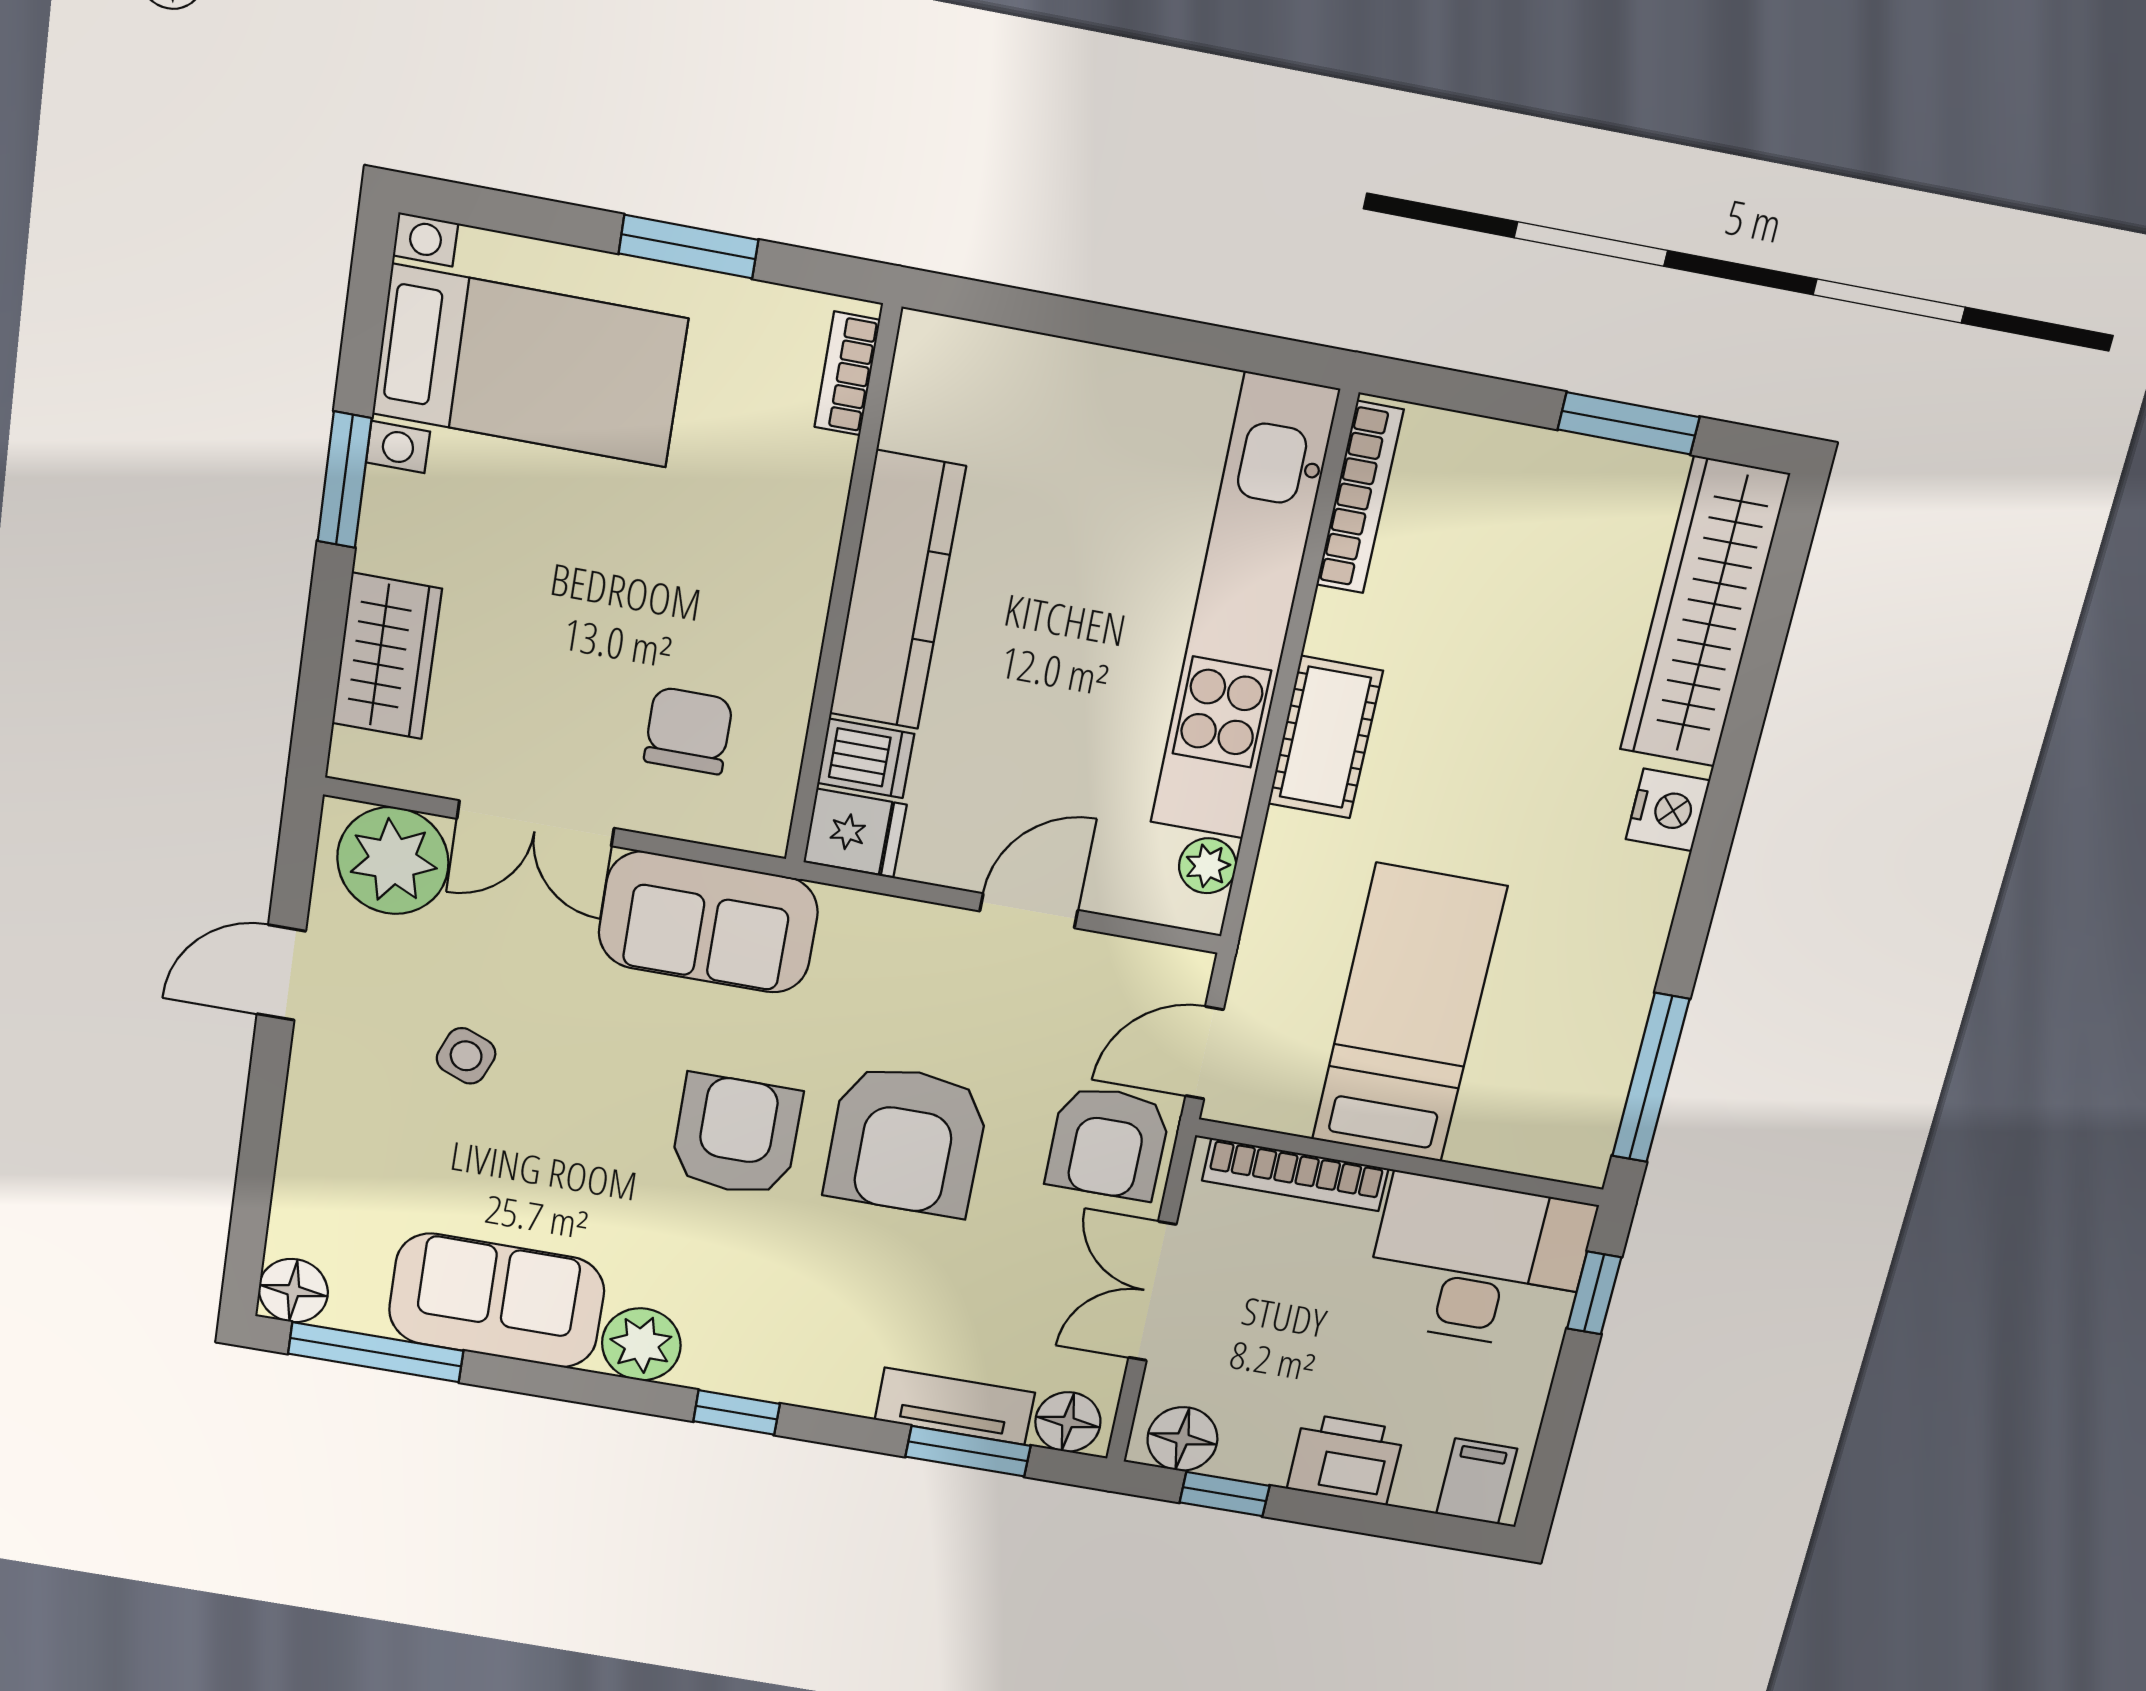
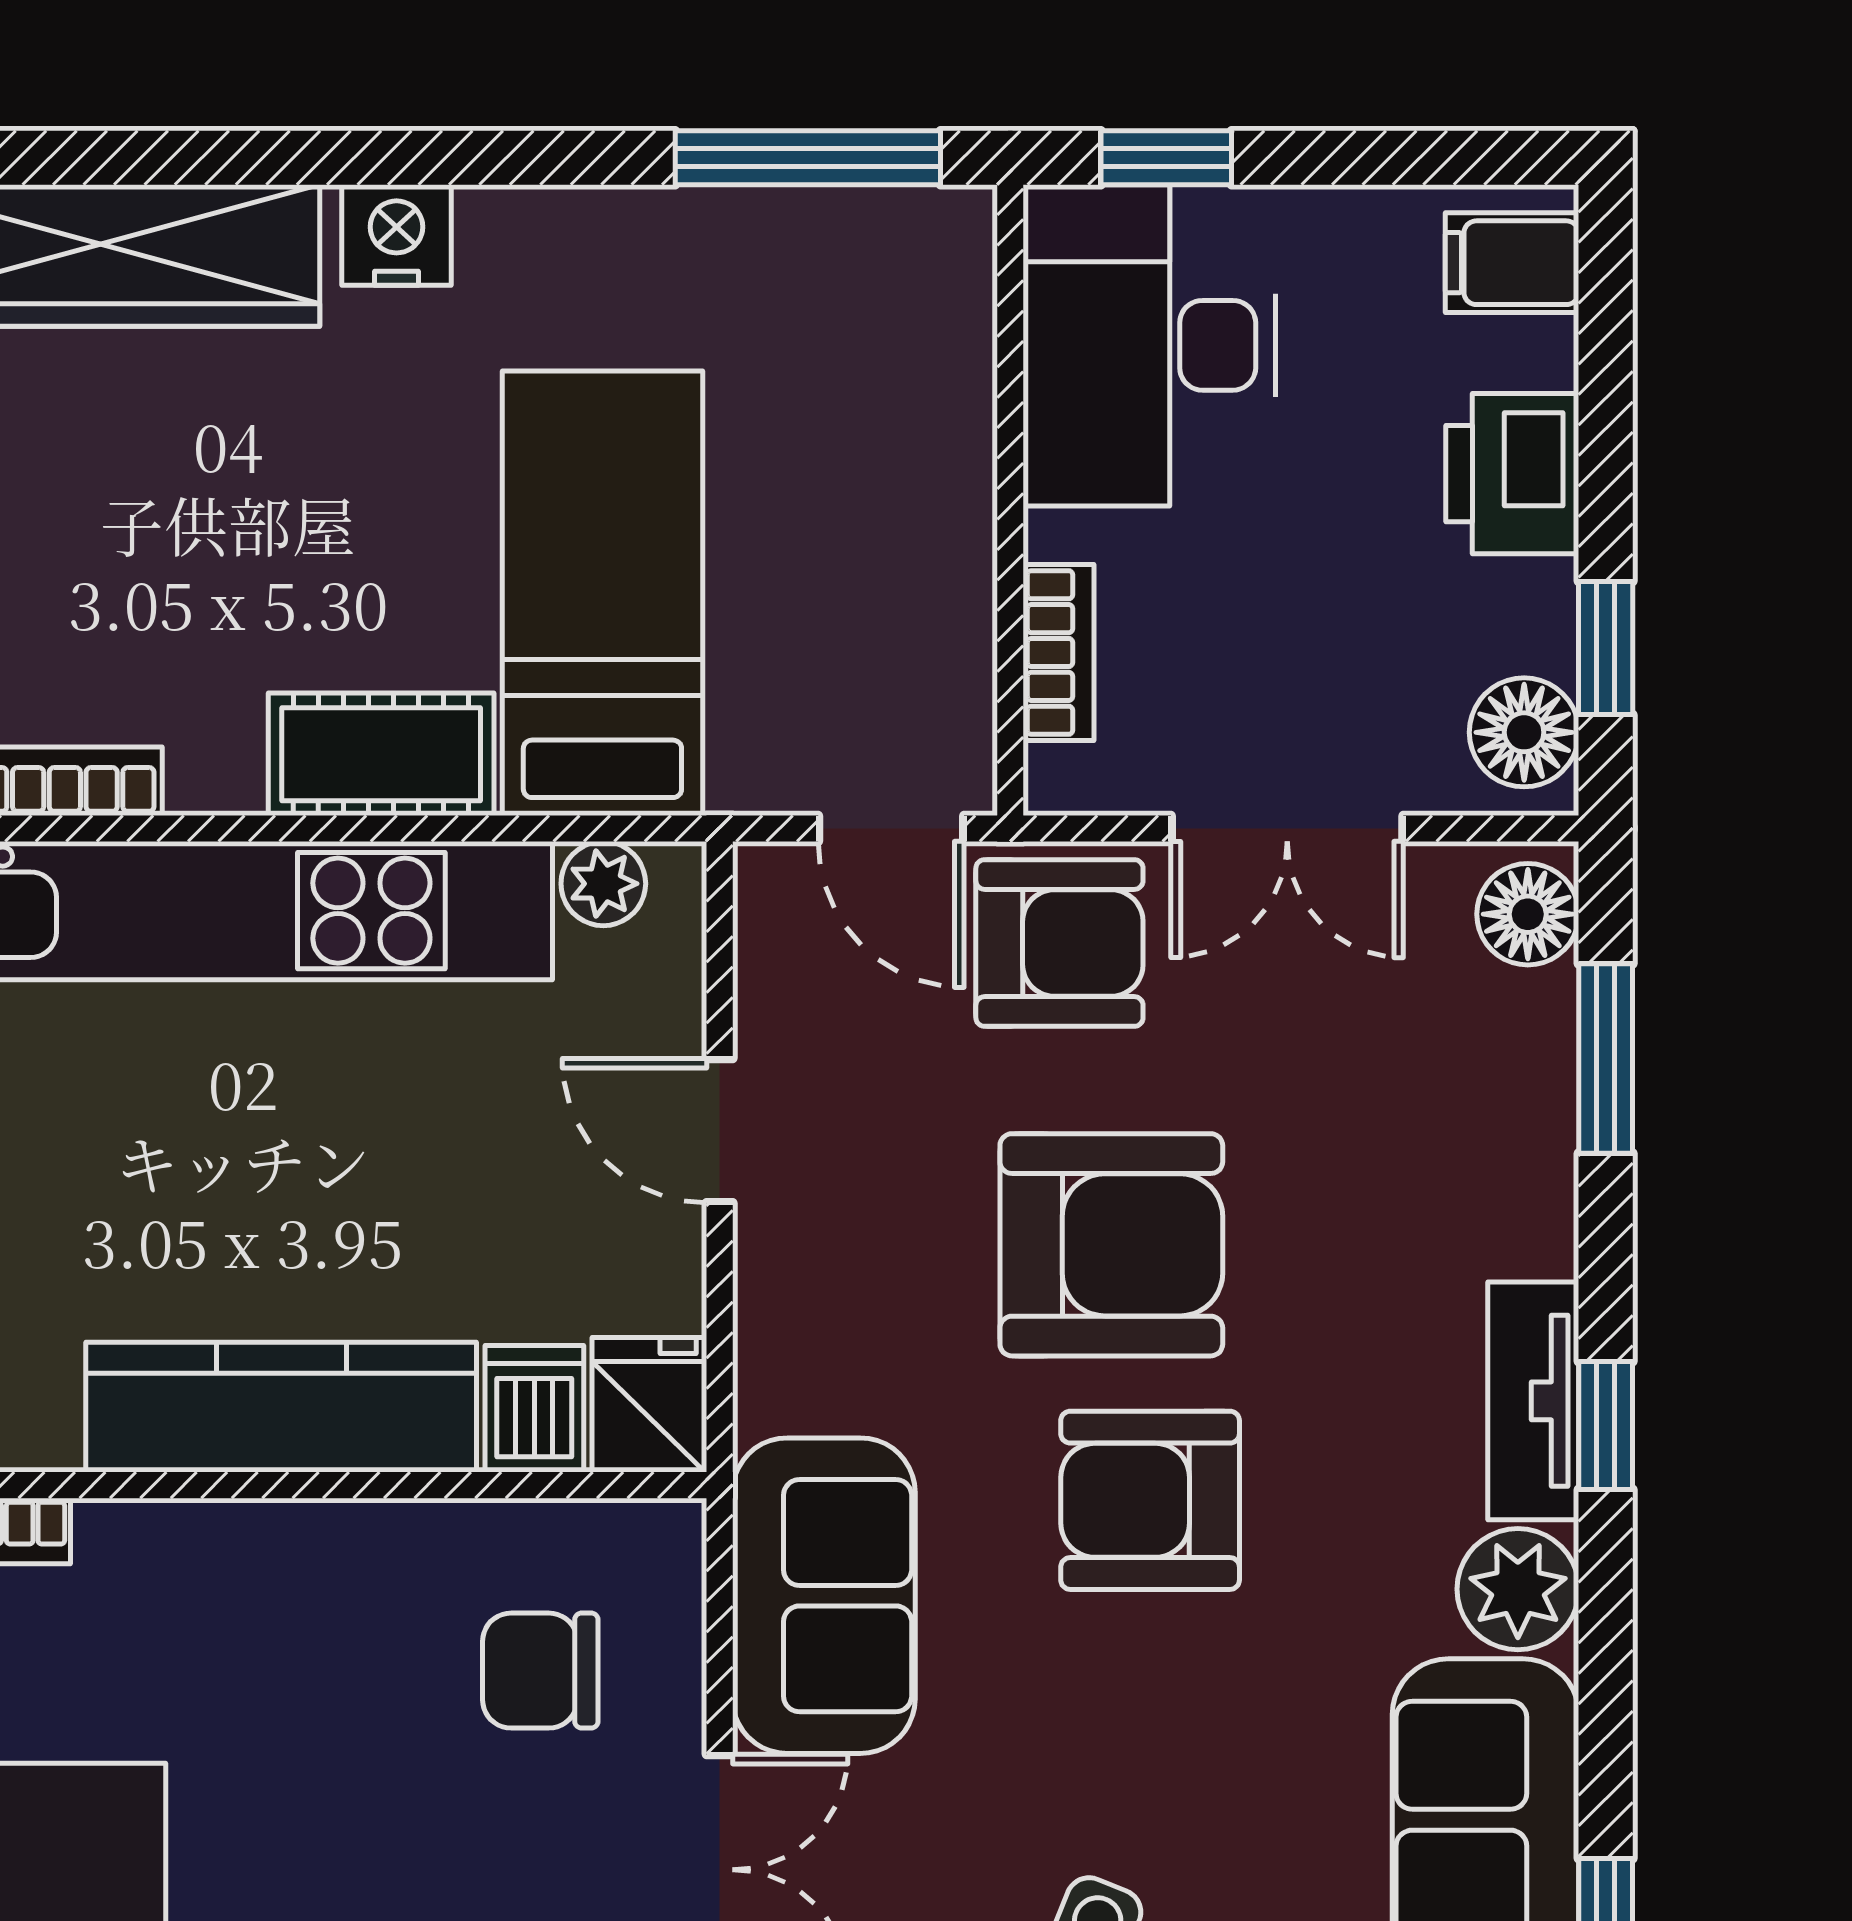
bed: (1409, 1014) -> (602, 593), moved, turned 90
bookcase: (1295, 1175) -> (1059, 653), width x0.64
tv unit: (955, 1406) -> (1533, 1401), moved

